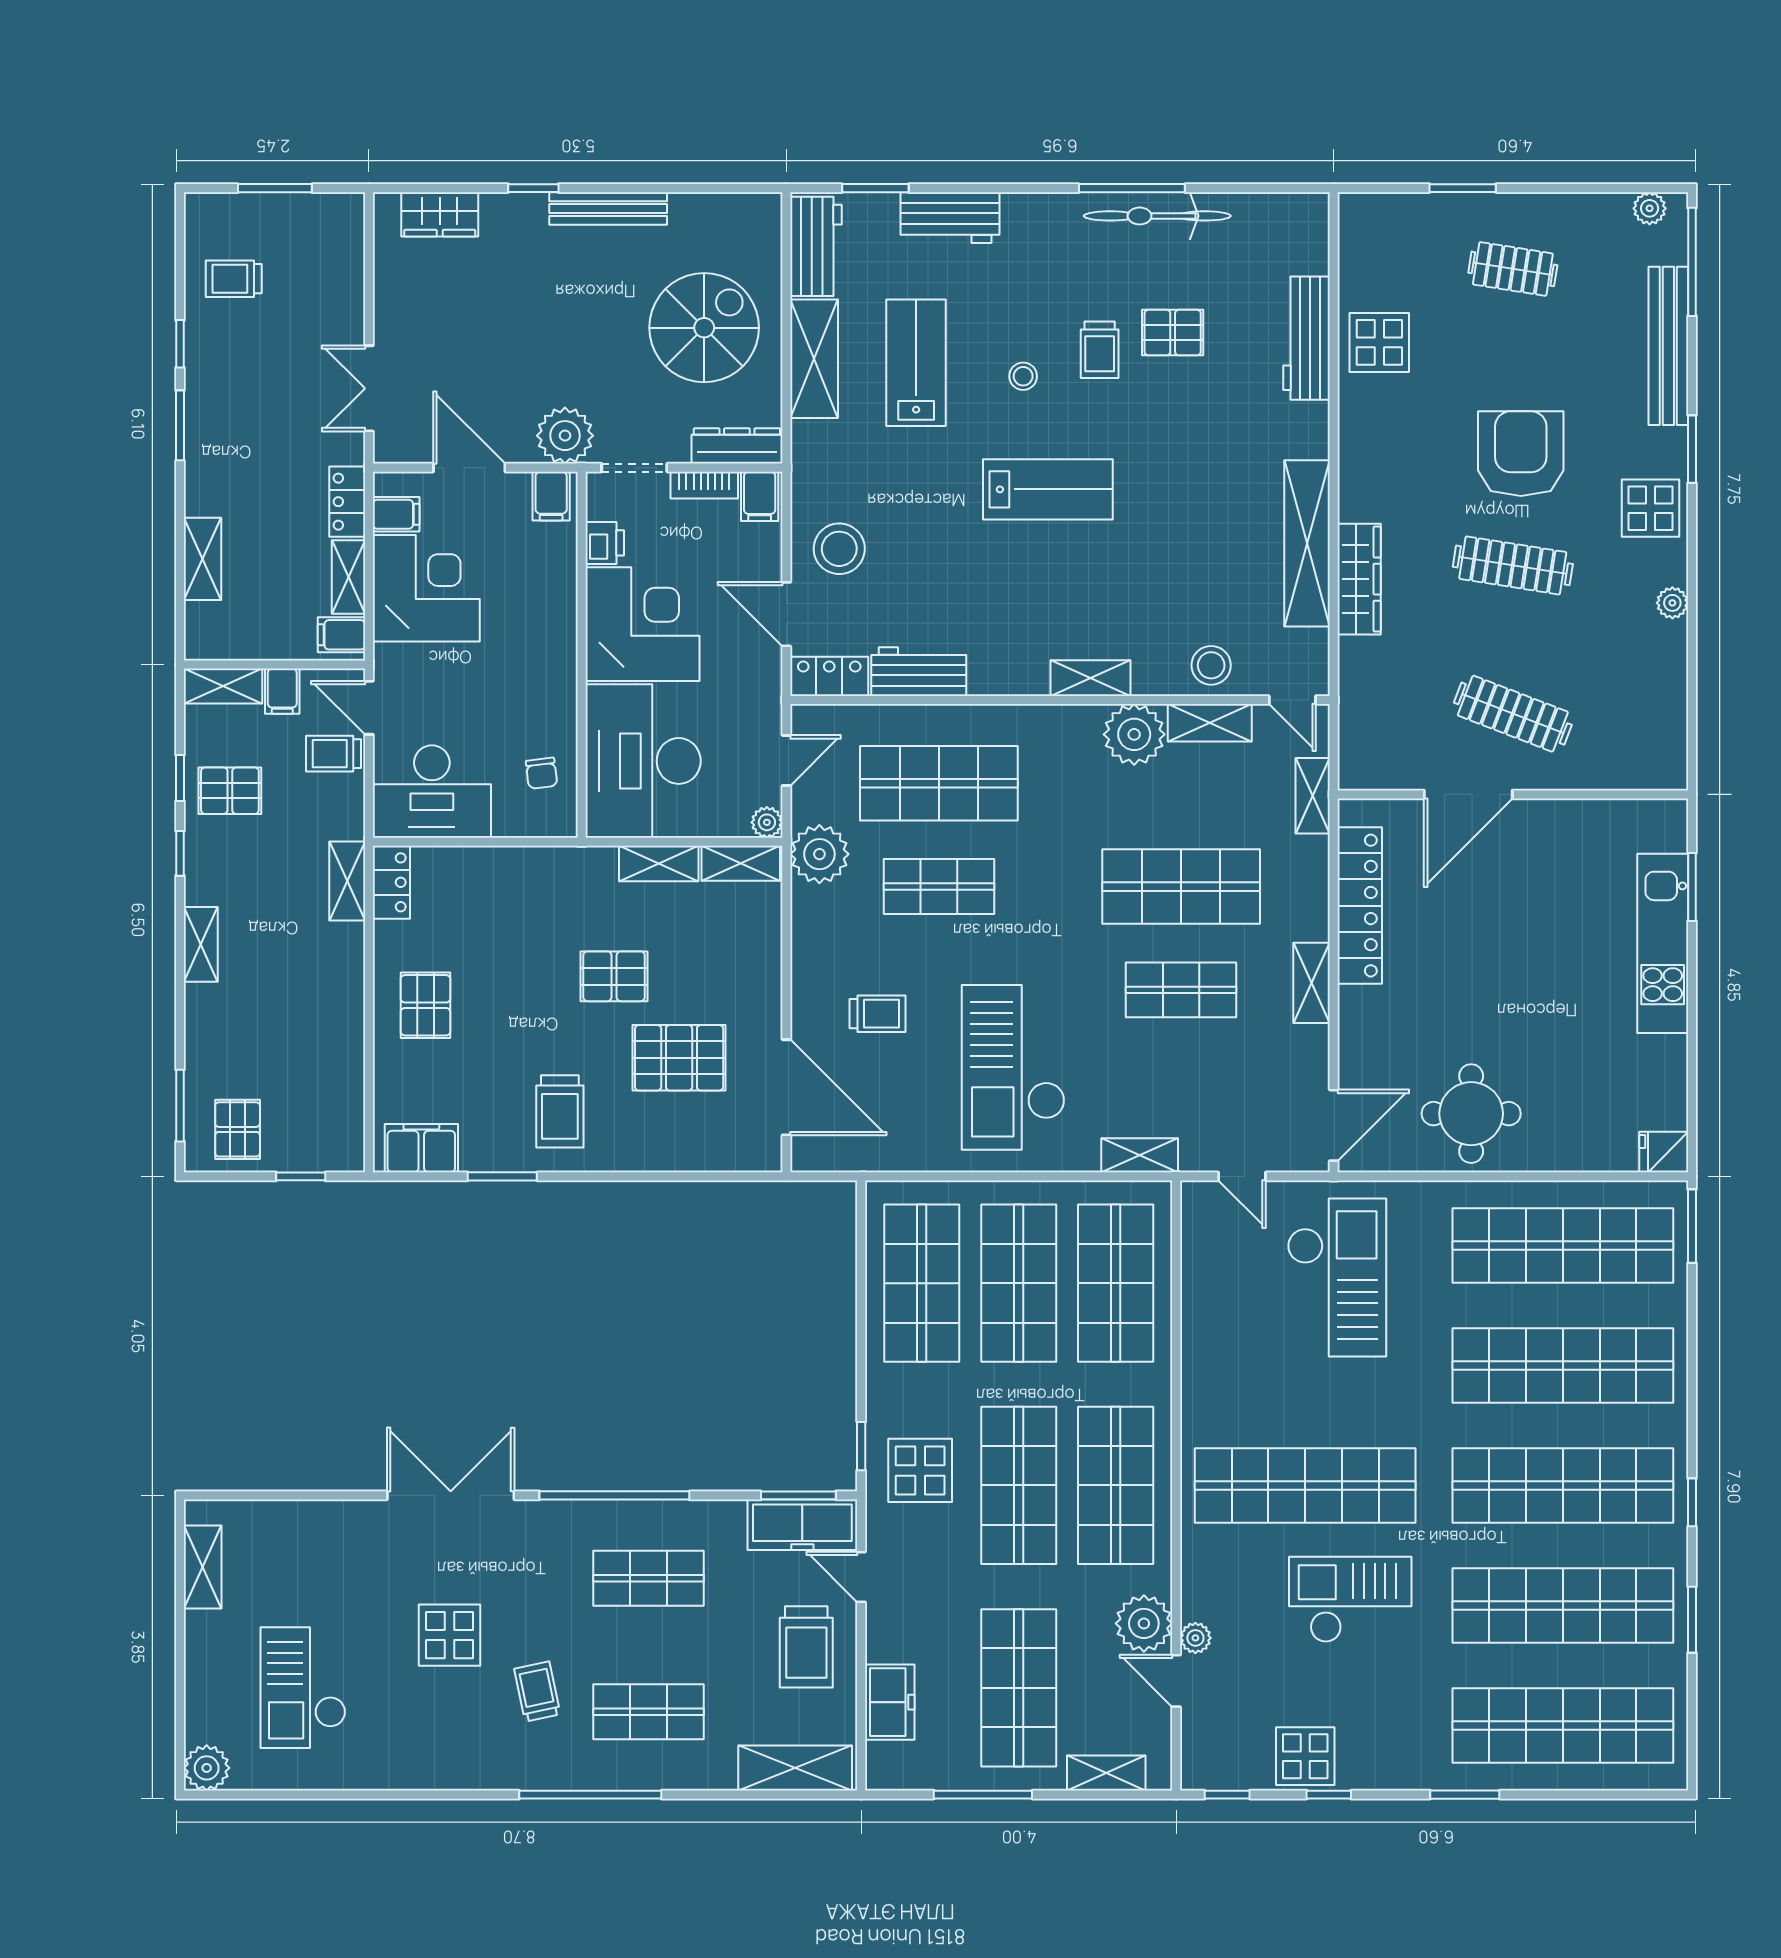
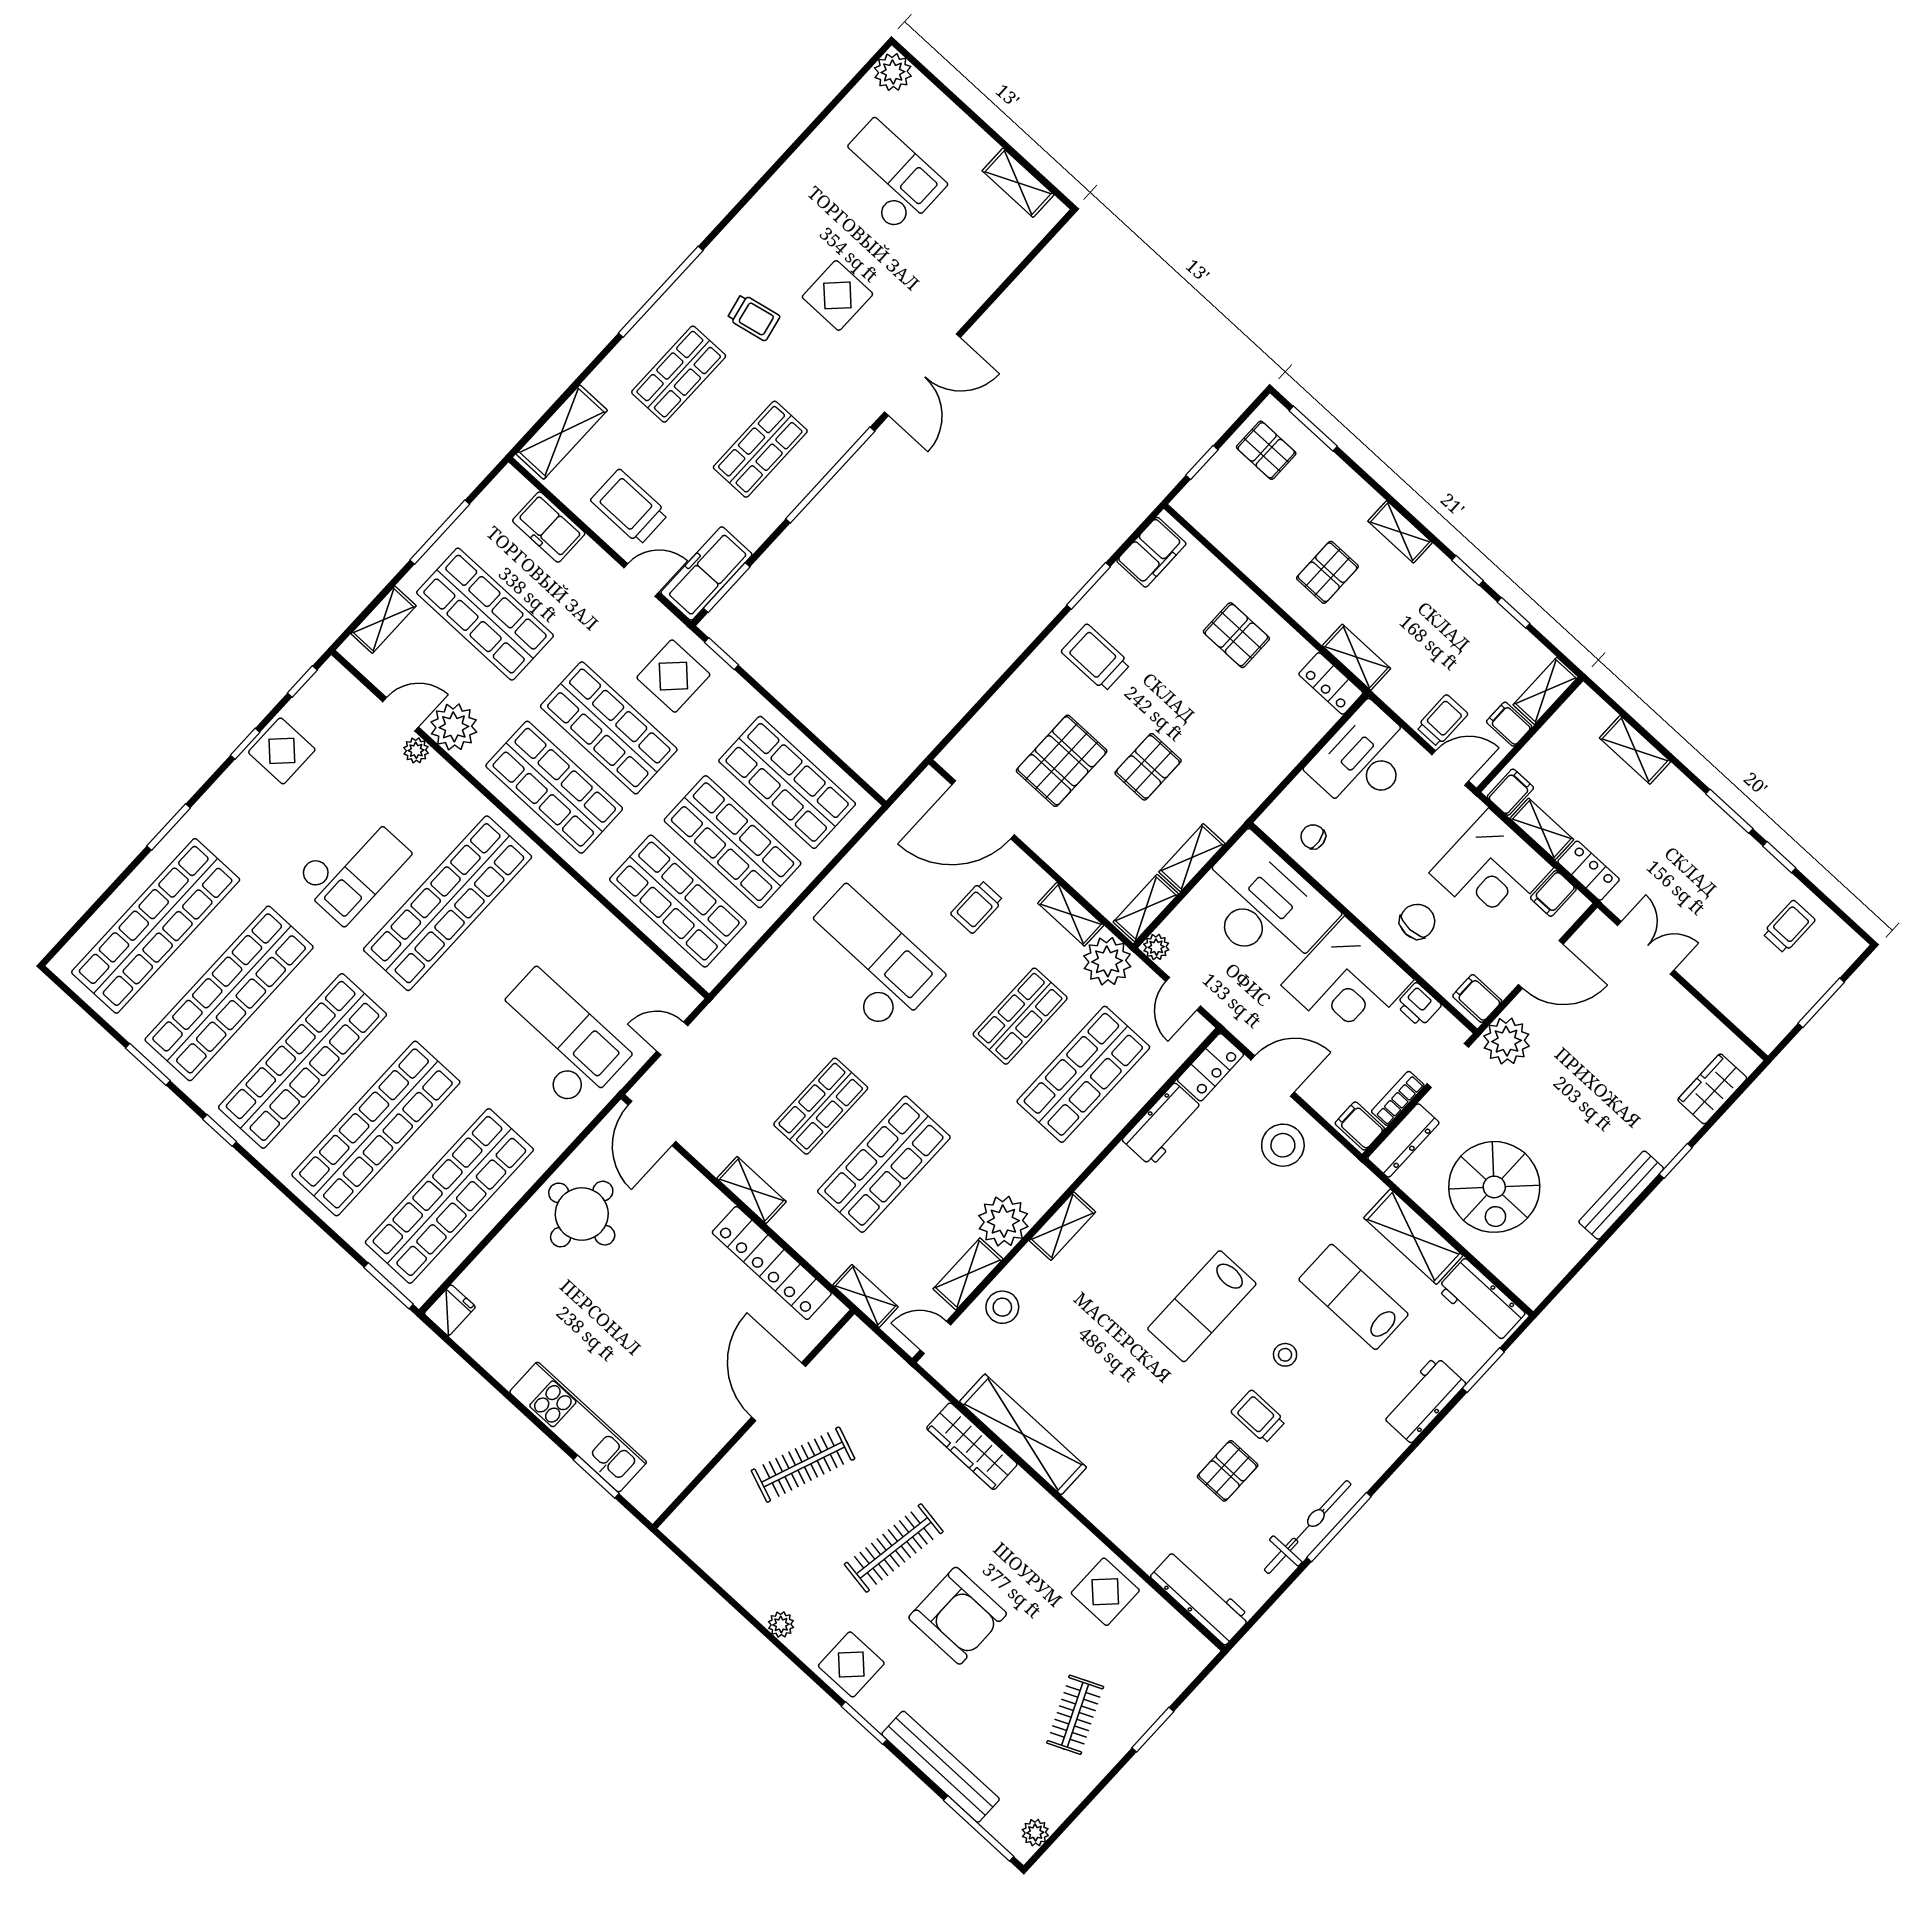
clothes rail: (1513, 269) -> (1075, 1715), turned -33
workbench: (1306, 338) -> (1200, 1597), moved
lab bench: (916, 363) -> (1353, 1297), turned 180
chair: (532, 612) -> (1417, 921), added
pallet: (230, 791) -> (1327, 572), moved
shelving: (1140, 1155) -> (1071, 914), moved, turned 90
checkout: (1337, 1278) -> (557, 1040), turned 180

